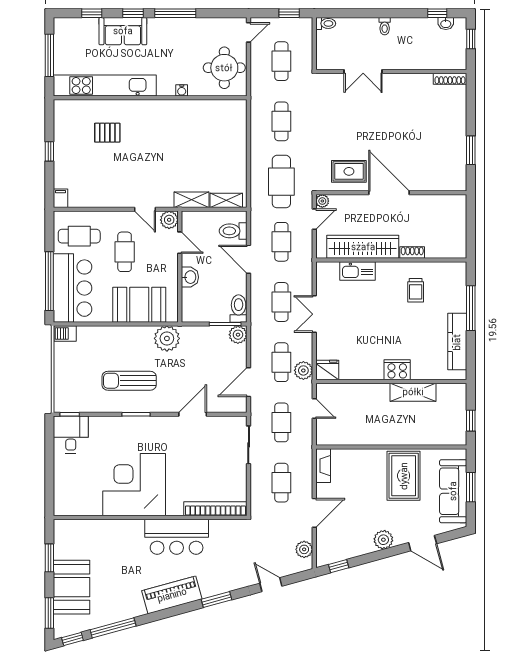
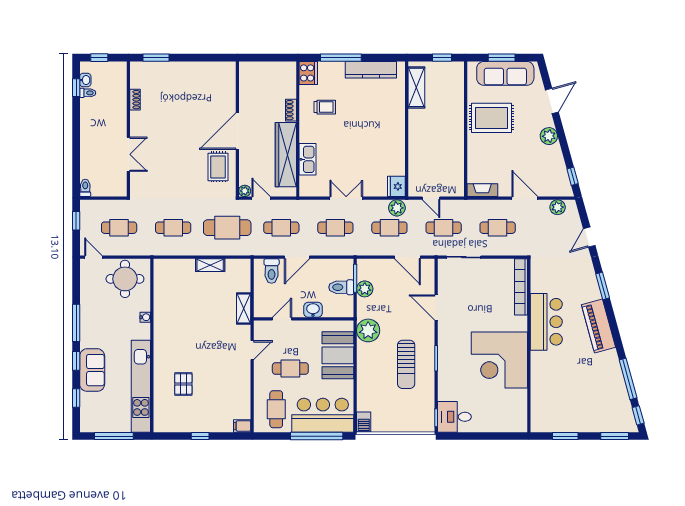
toilet: (385, 26) -> (88, 93), moved
shoe rack: (450, 79) -> (135, 100), moved, width x0.70
window: (471, 150) -> (156, 58), moved
shelving: (226, 200) -> (210, 265), moved, turned 90
plant: (169, 220) -> (262, 328), removed
toilet: (239, 309) -> (341, 287), moved
double door: (314, 314) -> (346, 198), swing flipped
plant: (238, 335) -> (365, 289), moved
cooker: (397, 370) -> (308, 73), moved, turned 180
shelving: (413, 392) -> (416, 87), moved
door: (314, 409) -> (431, 198), swing flipped
booth: (72, 587) -> (591, 416), removed

